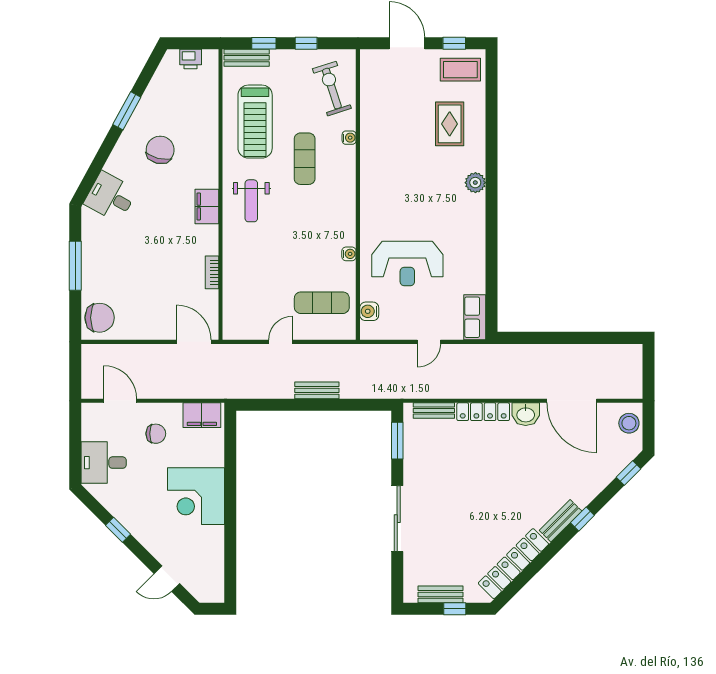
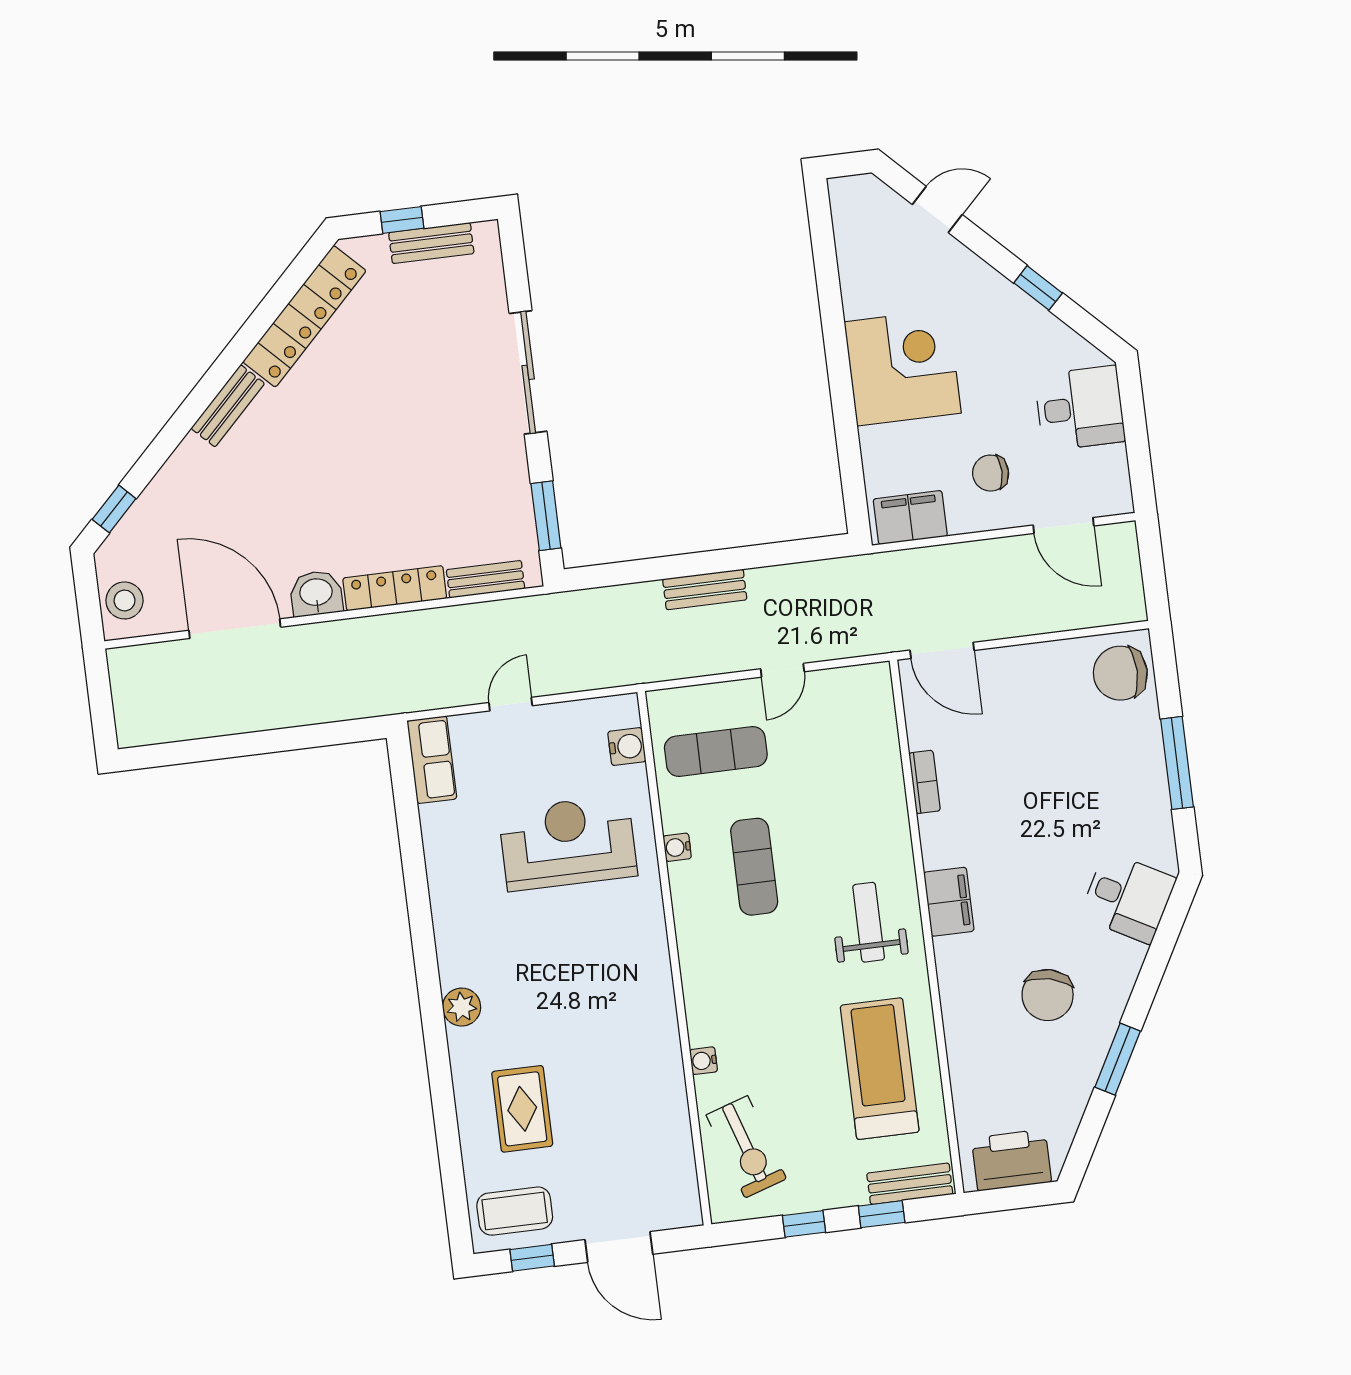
printer: (191, 59) -> (1011, 1160), width x1.87, depth x1.48
exercise mat: (305, 159) -> (754, 867), moved
window: (582, 519) -> (188, 414), removed

